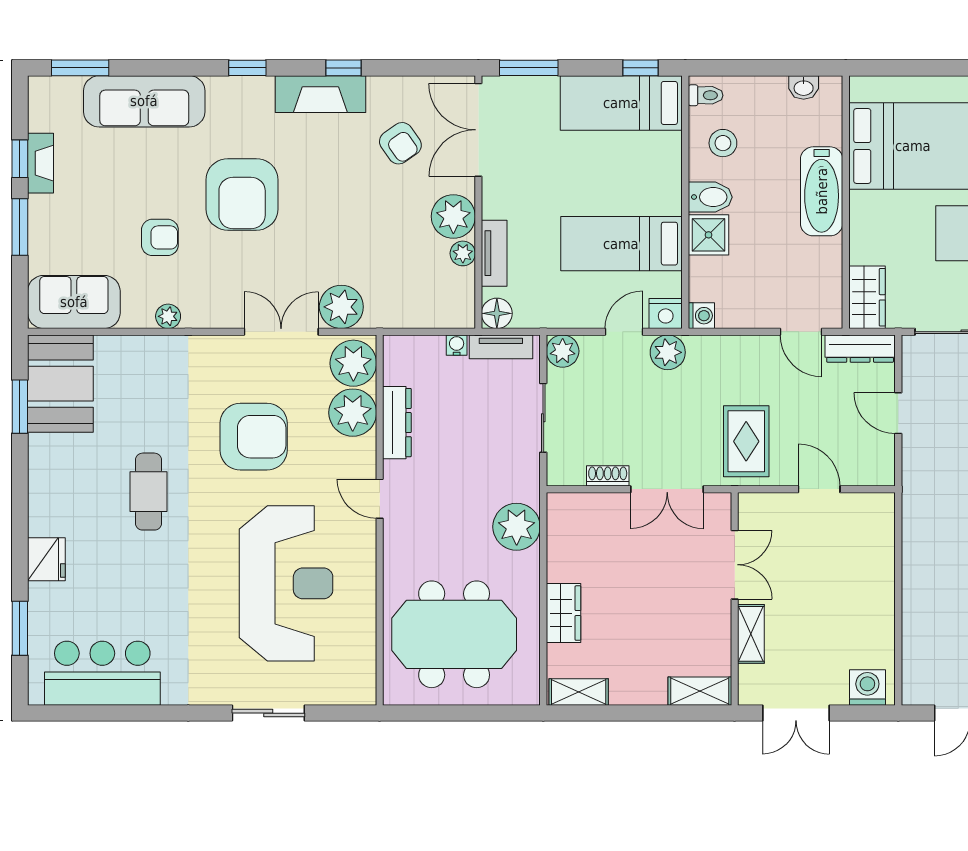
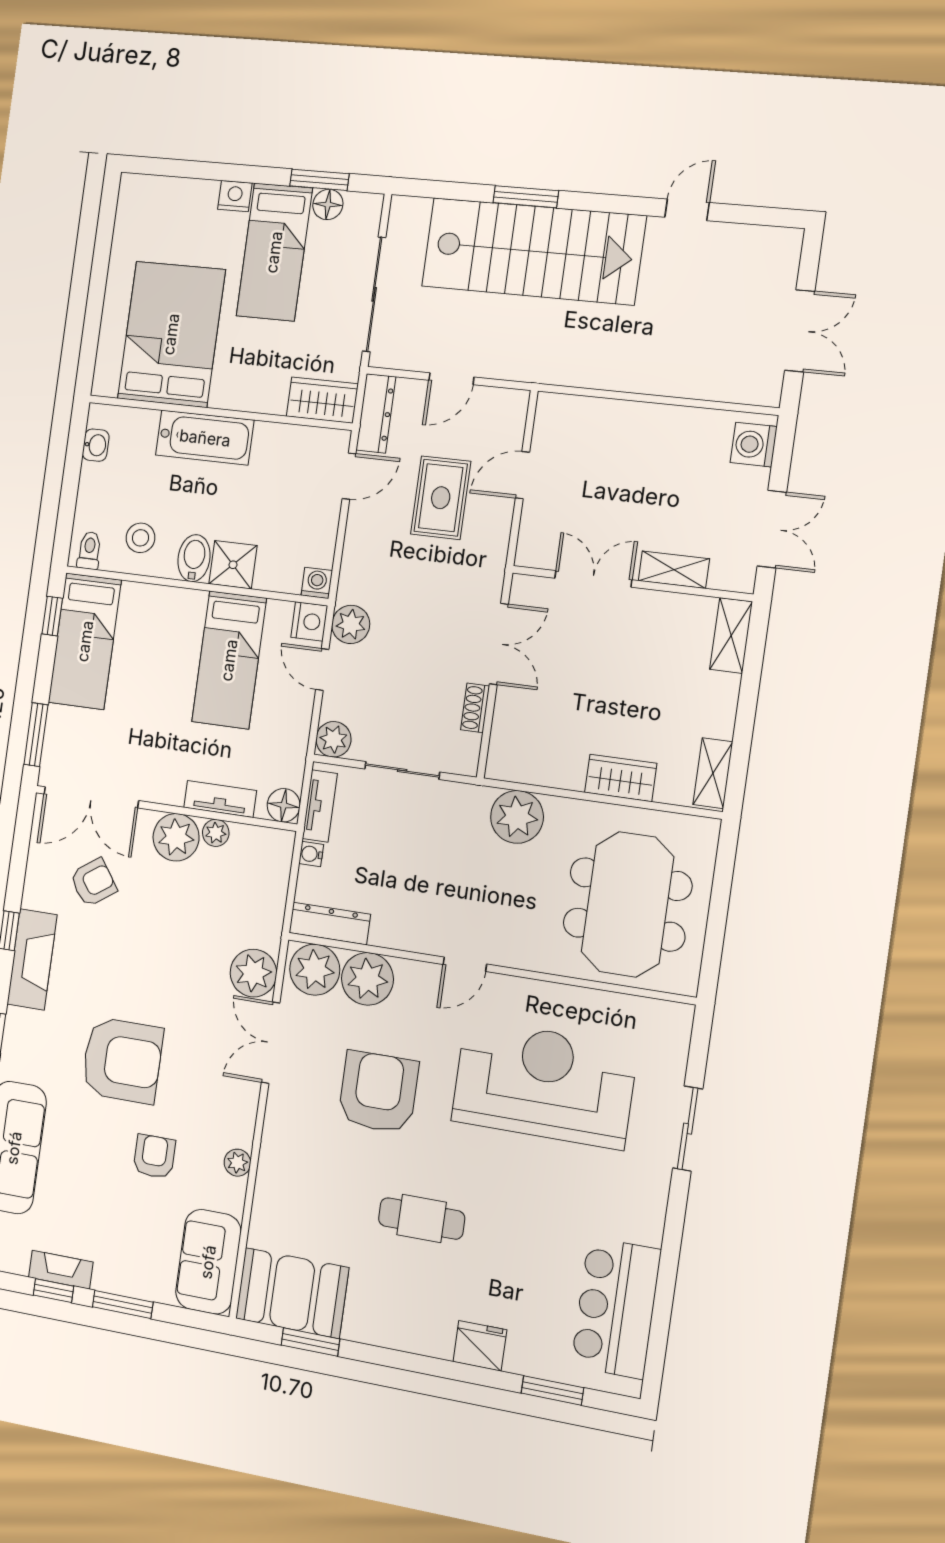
dresser: (397, 423) -> (330, 923), moved
rug: (746, 441) -> (441, 498), moved, turned 90

